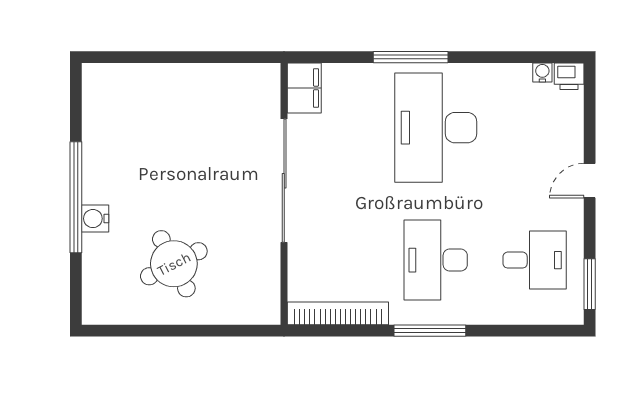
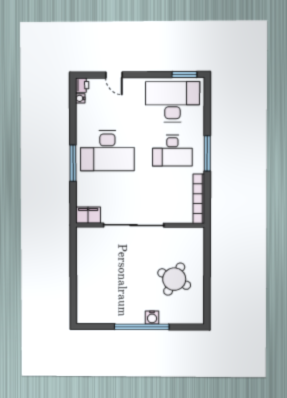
door: (590, 181) -> (114, 75), moved
desk: (535, 260) -> (172, 102), width x1.87, depth x1.30
round table: (174, 264) -> (174, 279), turned -36

